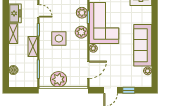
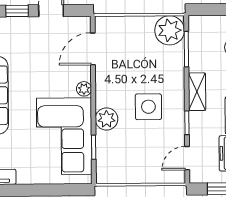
door: (38, 11) -> (187, 158), hinge flipped
plant: (82, 13) -> (106, 155), removed
plant: (59, 79) -> (170, 30), moved

